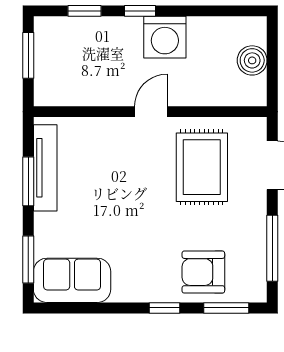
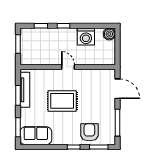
washing machine: (165, 37) -> (86, 37), moved
boiler: (252, 60) -> (109, 34), moved
door: (151, 112) -> (68, 67), hinge flipped
rug: (202, 167) -> (62, 101), moved, turned 90
armchair: (203, 272) -> (89, 132), turned 90

